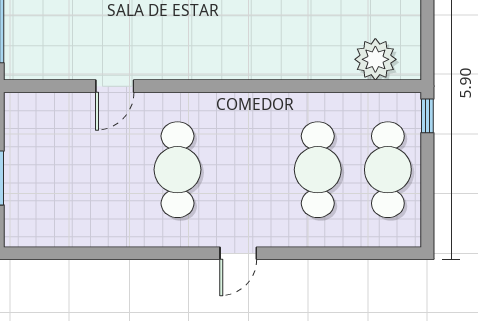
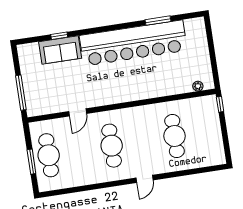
plant: (375, 59) -> (198, 86), width x0.53, depth x0.53
cafe table: (388, 170) -> (49, 155), moved

